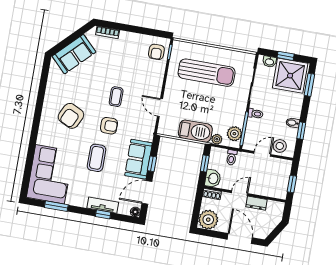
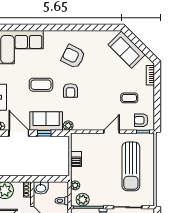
coffee table: (116, 97) -> (129, 98), moved
door: (160, 107) -> (112, 132), moved
barbecue: (195, 131) -> (76, 159), width x0.53, depth x0.65
plant: (148, 135) -> (68, 126), added
window: (205, 164) -> (52, 179), removed

